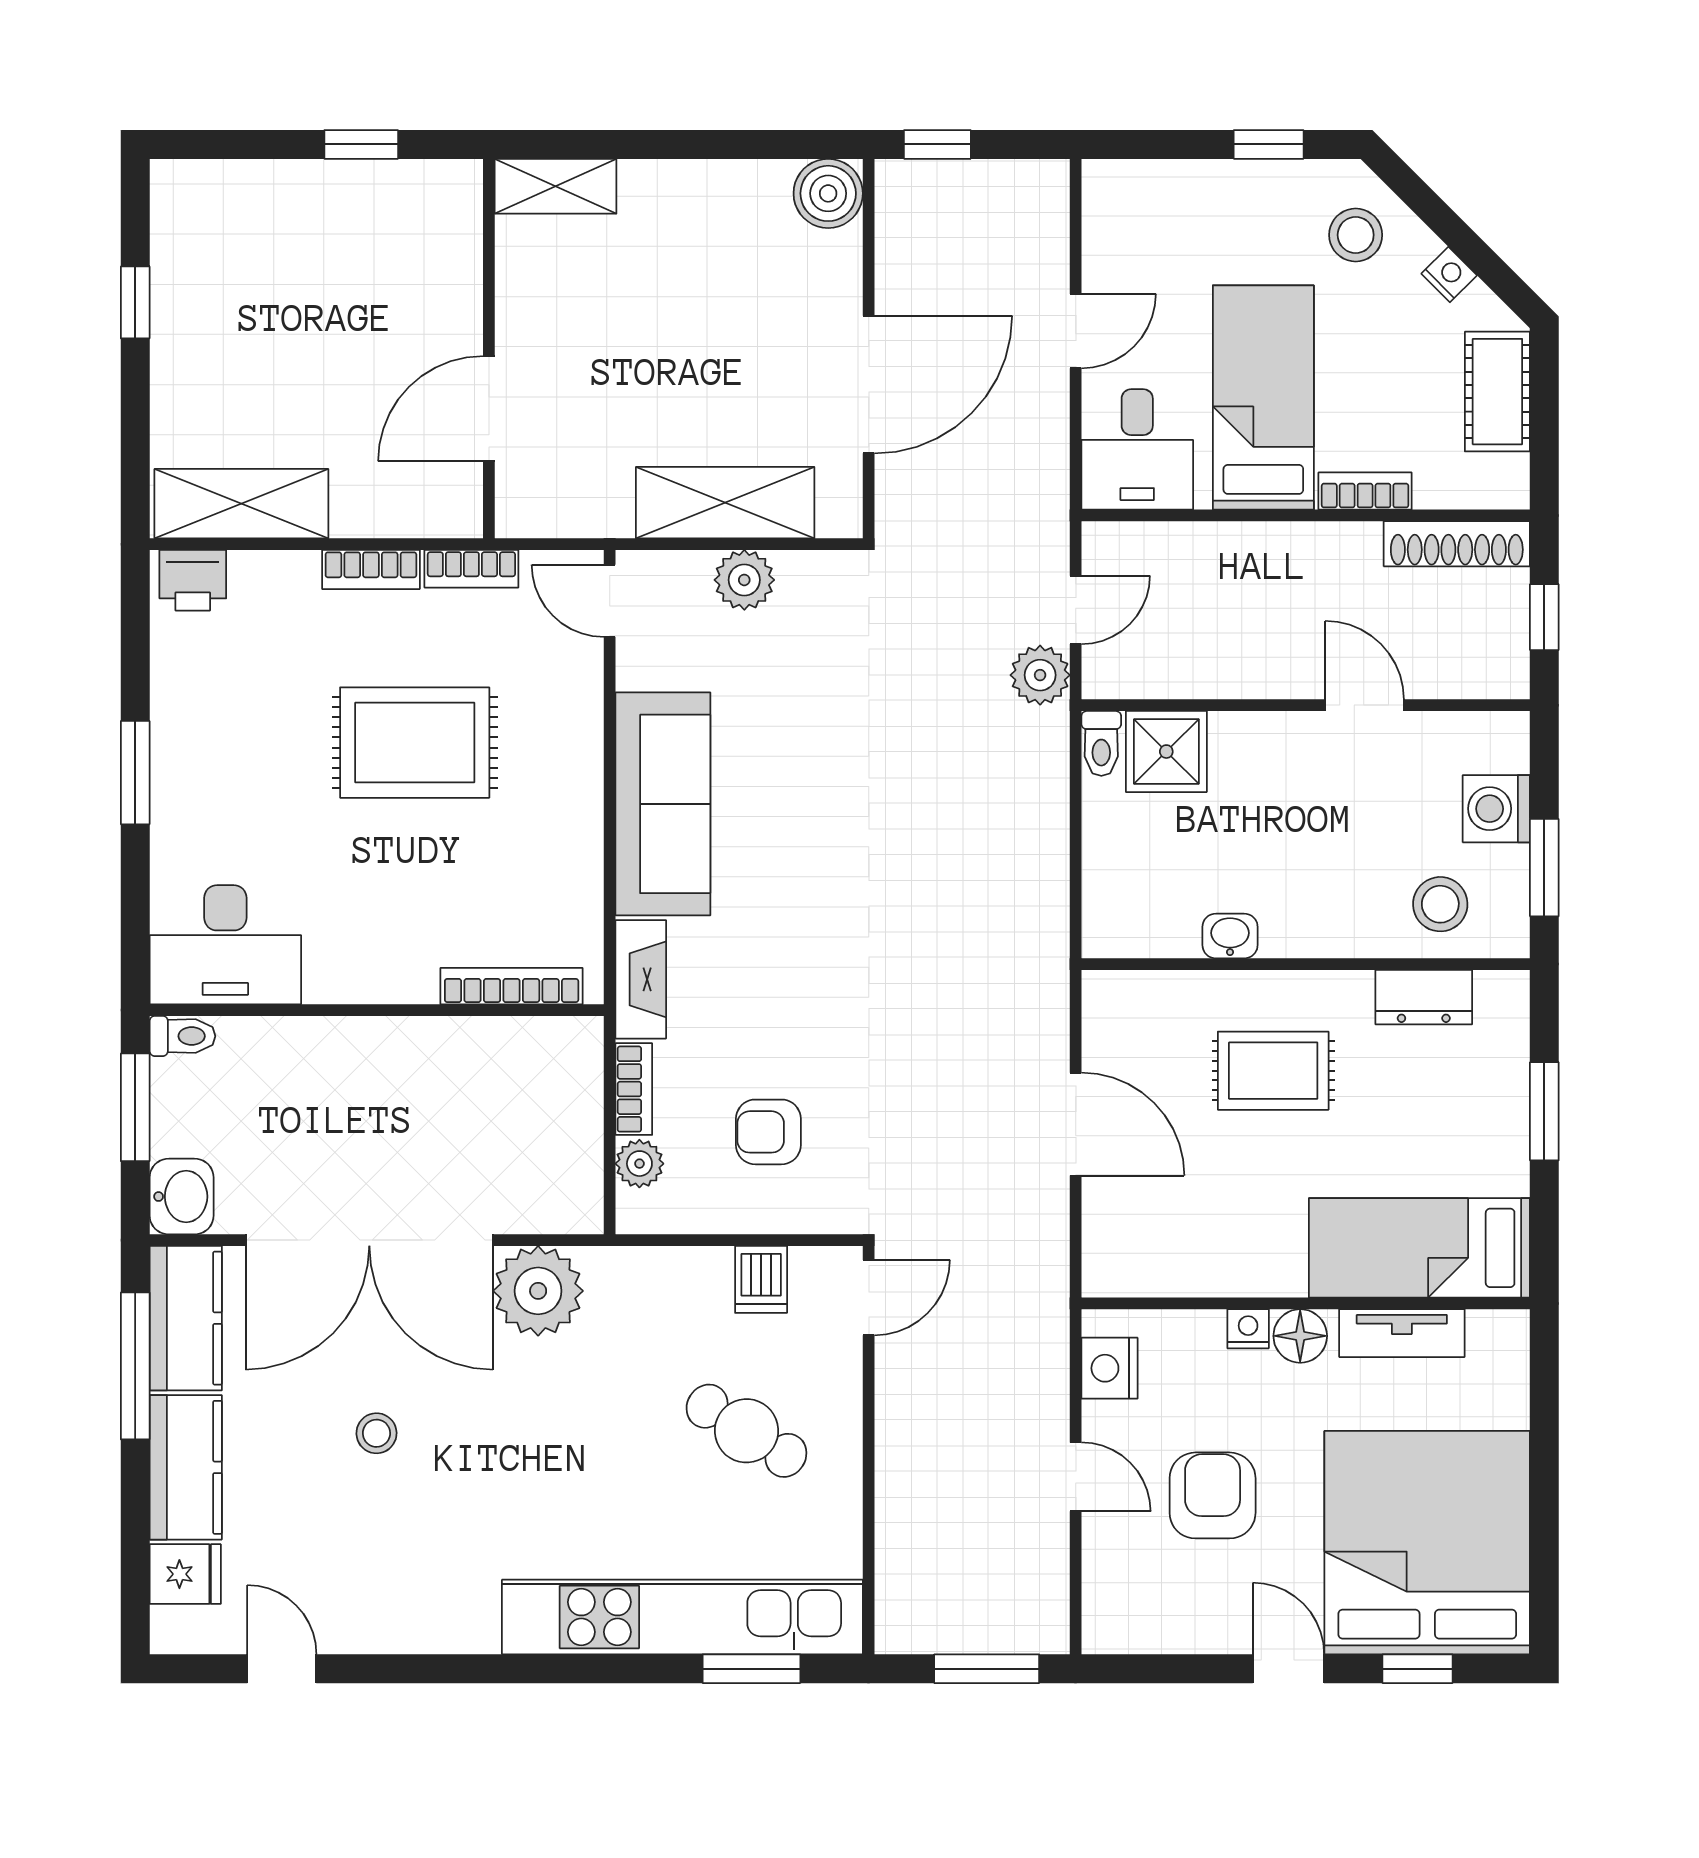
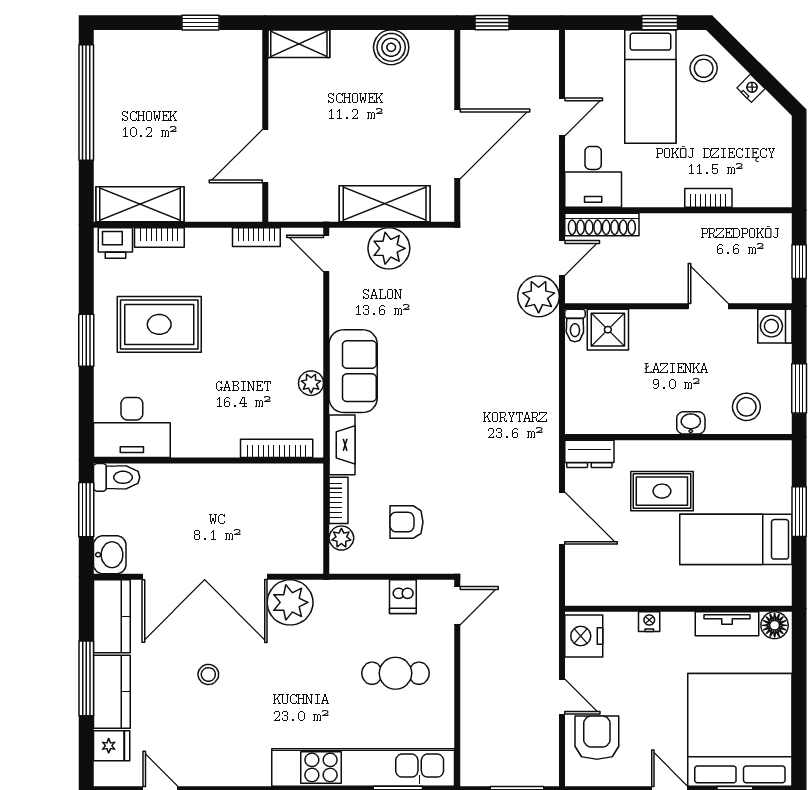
boiler: (828, 193) -> (391, 47), moved
window: (135, 302) -> (86, 102), width x3.17
cot: (1497, 392) -> (775, 148), removed
bed: (1263, 397) -> (650, 87), moved, turned 180
shoe rack: (1457, 544) -> (602, 225), moved
bookcase: (371, 569) -> (159, 238), moved
plant: (744, 580) -> (389, 248), width x1.36, depth x1.36
plant: (1040, 675) -> (539, 296), width x1.36, depth x1.36
rug: (415, 743) -> (159, 324), moved
sofa: (663, 804) -> (353, 371), width x0.73
washing machine: (1496, 809) -> (775, 326), moved
plant: (579, 857) -> (311, 383), added
washbasin: (1230, 936) -> (691, 423), moved
dresser: (1424, 997) -> (589, 454), moved
toilet: (182, 1036) -> (117, 477), width x1.37, depth x1.39
bed: (1419, 1248) -> (736, 539), moved
floor lamp: (1300, 1336) -> (775, 625), moved
window: (135, 1366) -> (86, 678), moved
nightstand: (1109, 1368) -> (584, 636), width x1.36, depth x1.33
cafe table: (746, 1431) -> (395, 673), turned -32
armchair: (1213, 1495) -> (597, 738), moved

